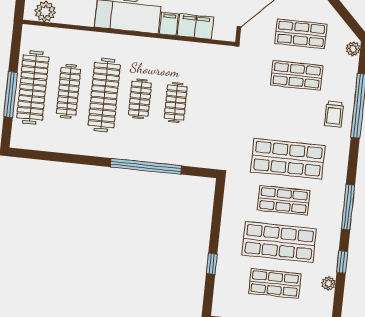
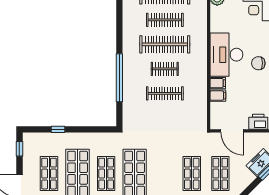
filing cabinet: (196, 26) -> (218, 96), width x0.50
clothes rail: (176, 103) -> (165, 93), width x1.36

